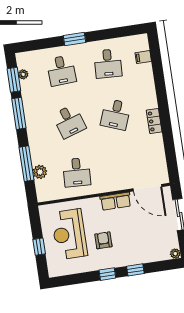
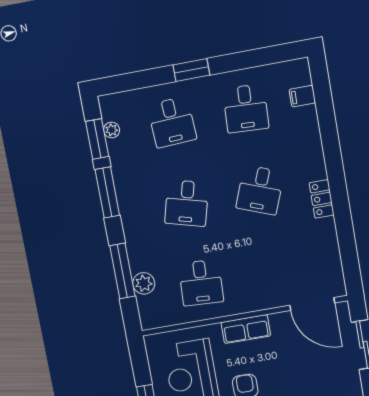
desk: (69, 121) -> (187, 203), turned 33
row of seats: (116, 201) -> (246, 329), moved

